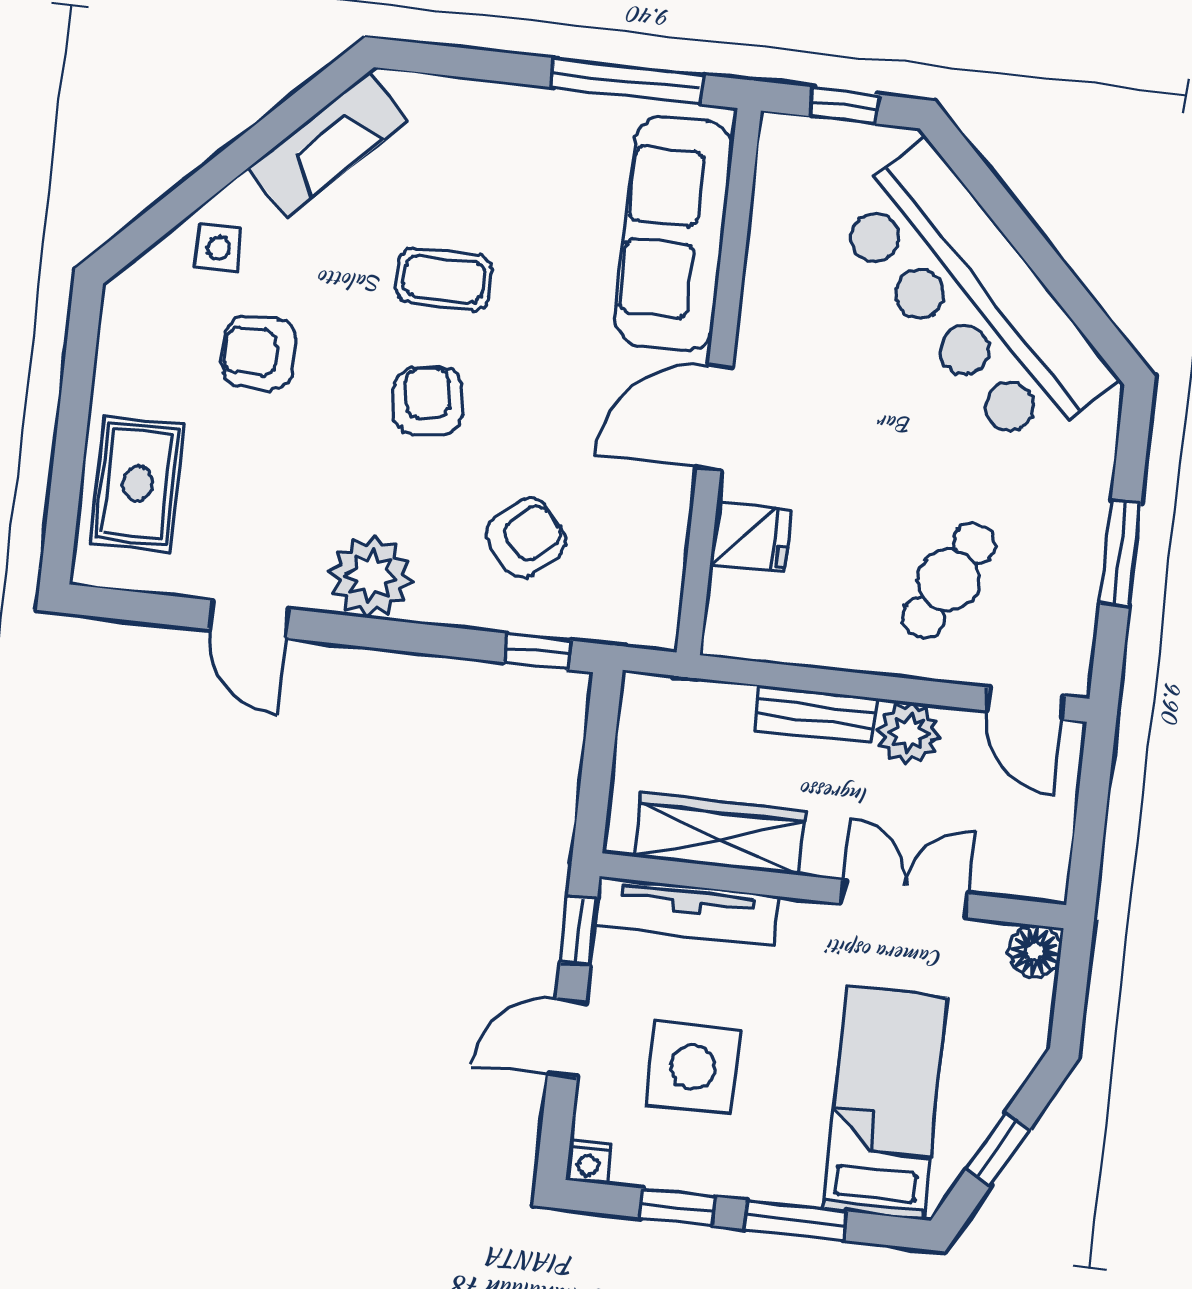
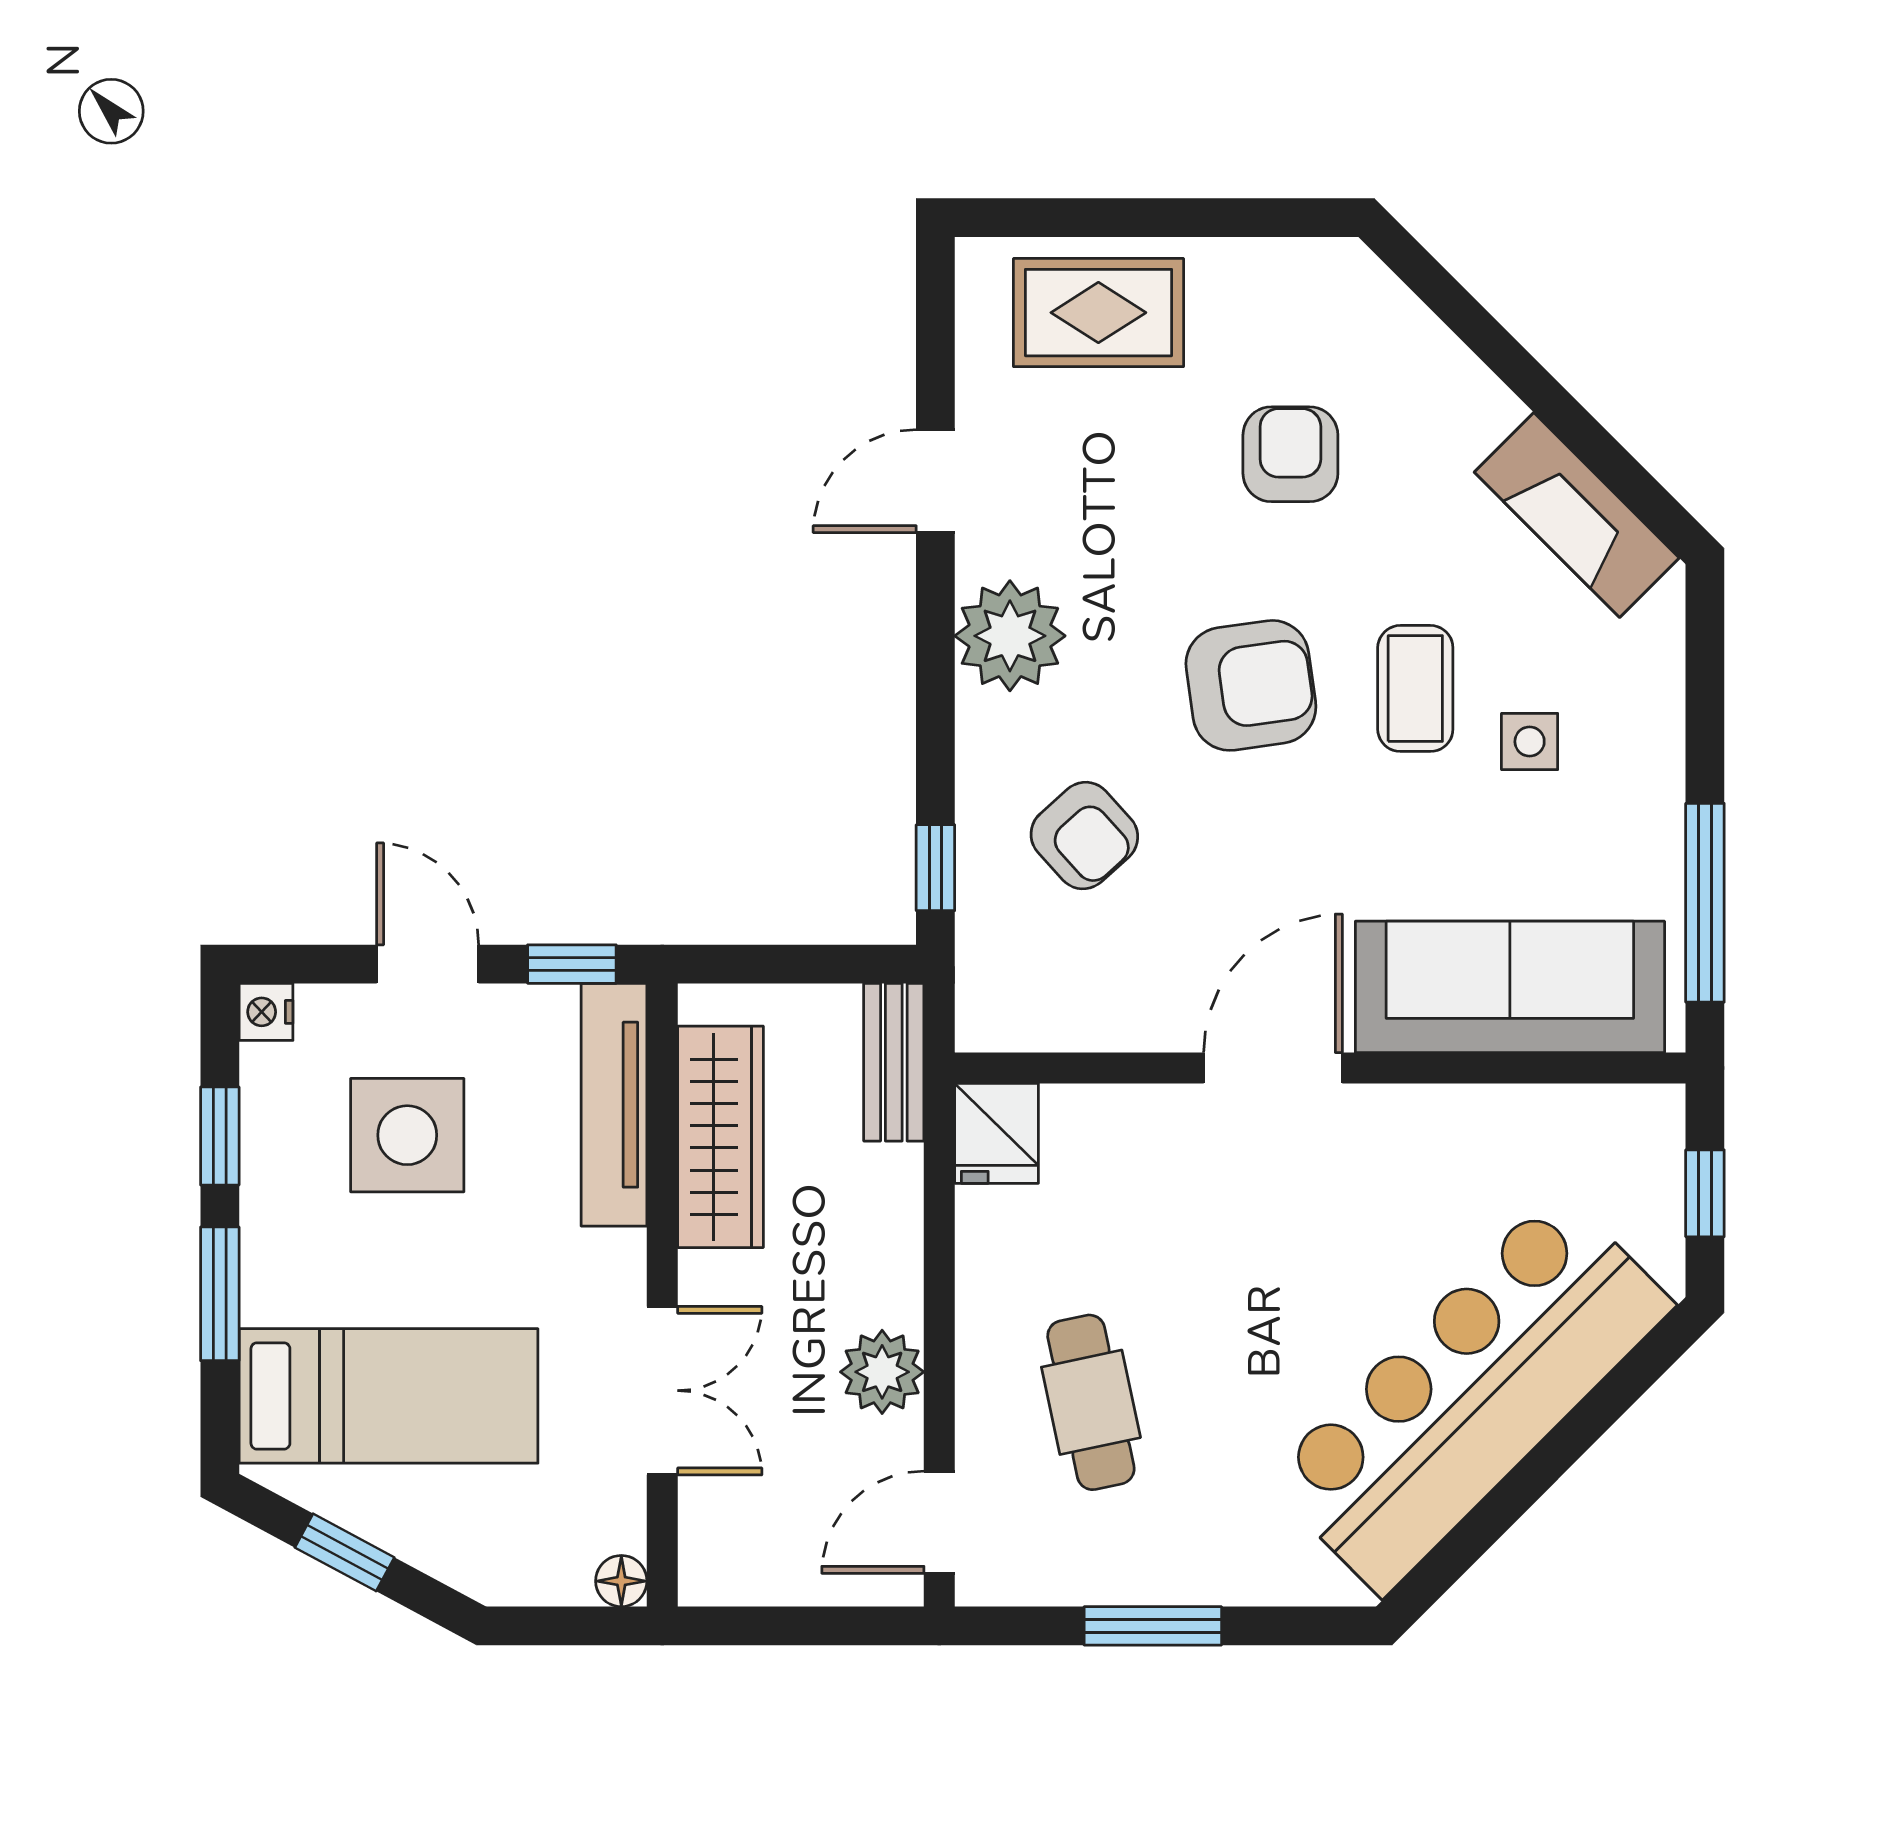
side table: (218, 248) -> (1530, 742), moved
armchair: (428, 401) -> (1251, 685), width x1.38, depth x1.38
door: (715, 417) -> (1273, 1068), hinge flipped
fridge: (751, 537) -> (997, 1133), moved
cafe table: (949, 580) -> (1091, 1402), turned 50
bench: (815, 714) -> (894, 1062), moved
floor lamp: (1035, 951) -> (621, 1581), width x0.73, depth x0.73

